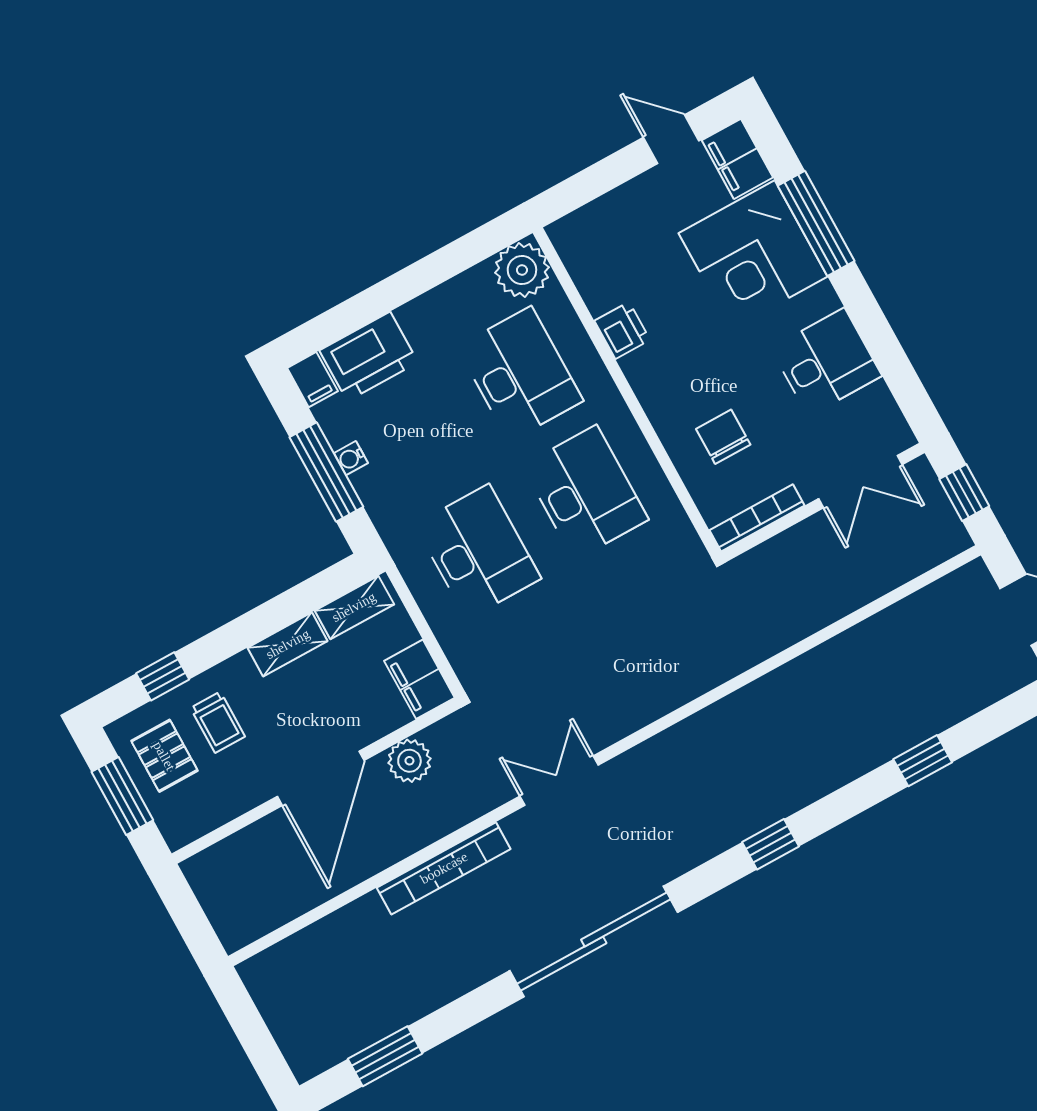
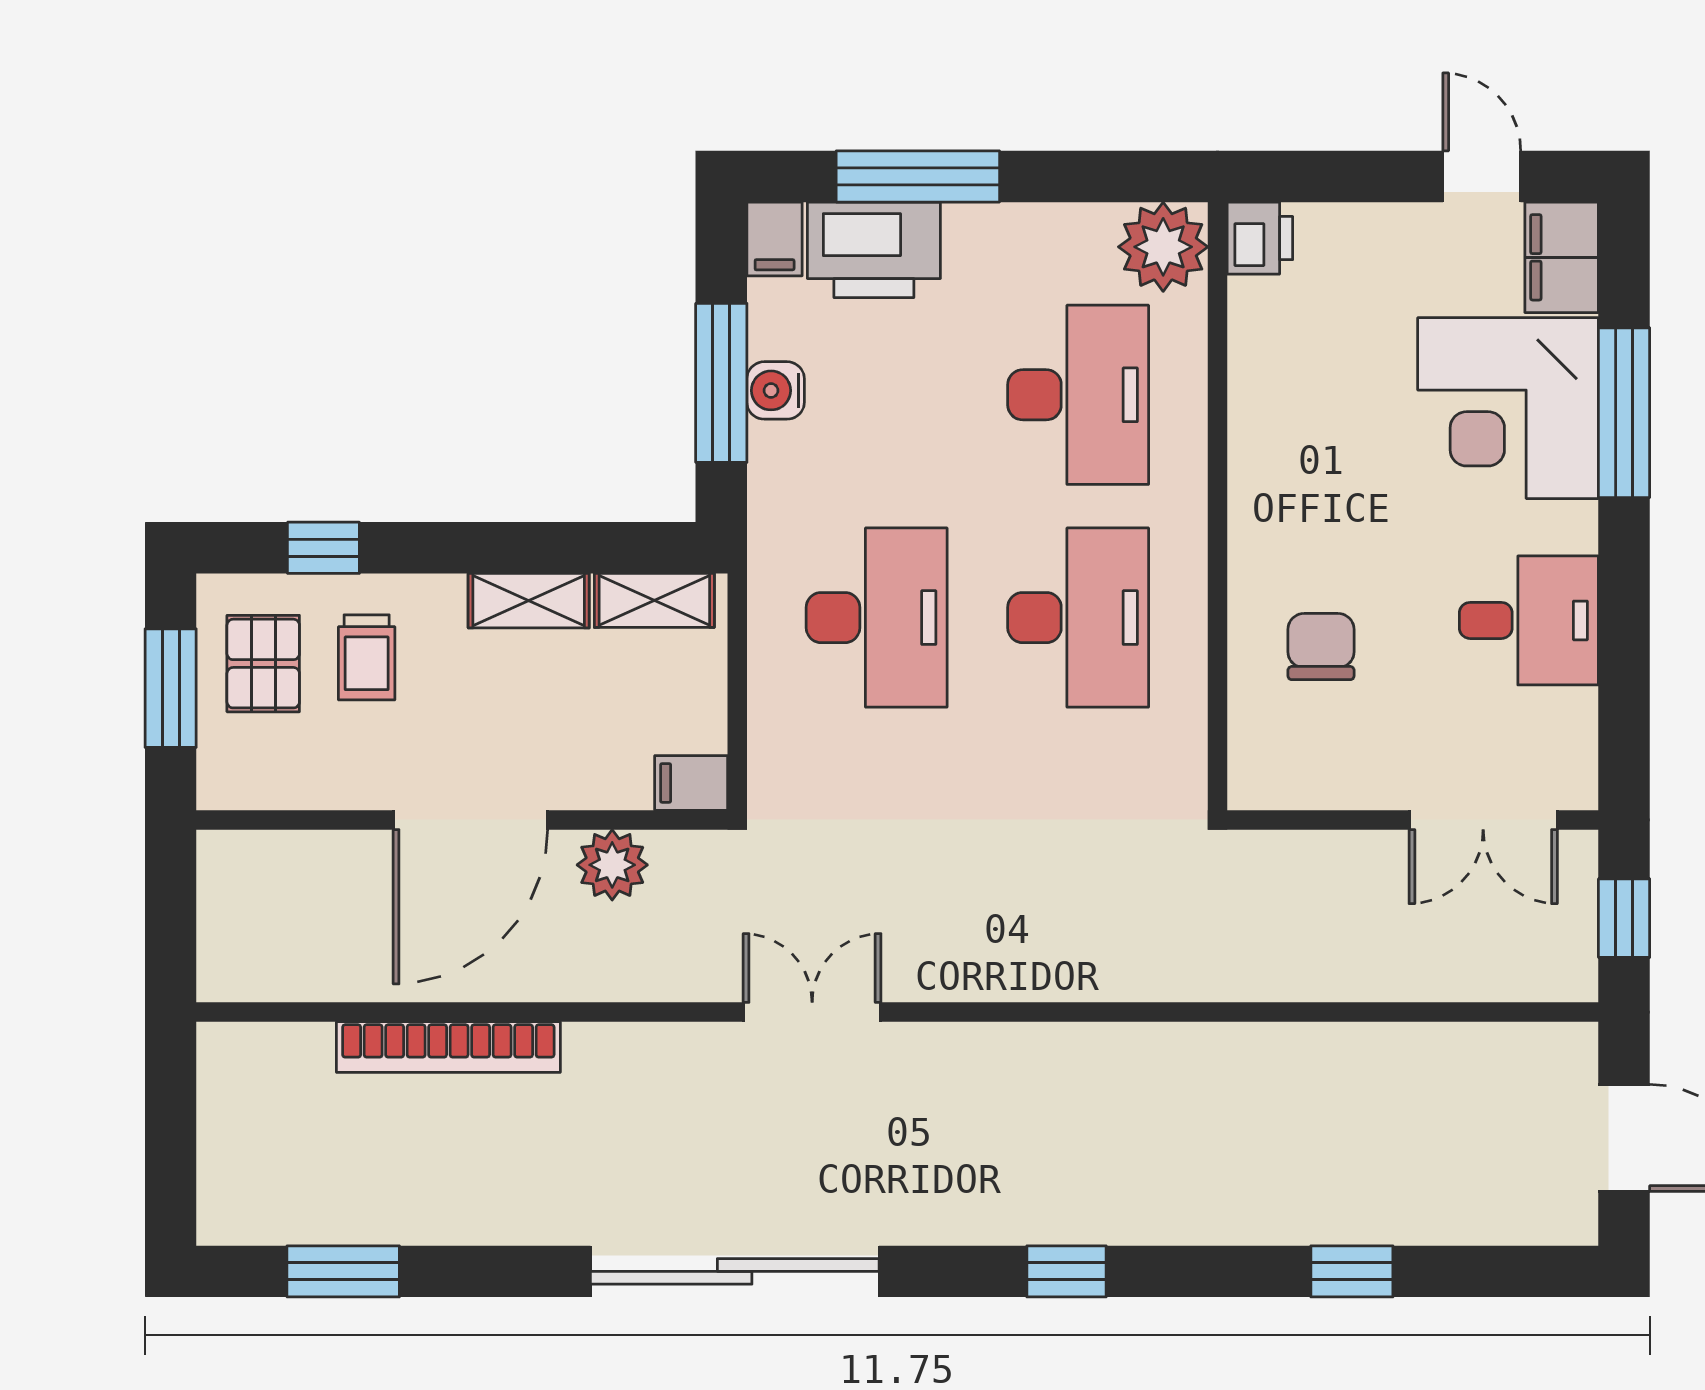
window: (371, 304) -> (918, 176), added
printer: (622, 330) -> (1260, 238), moved
water cooler: (351, 458) -> (776, 390), width x1.38, depth x1.38
bookcase: (757, 518) -> (1306, 790), removed
filing cabinet: (419, 679) -> (691, 783), width x0.50
bookcase: (444, 868) -> (448, 1047), moved

